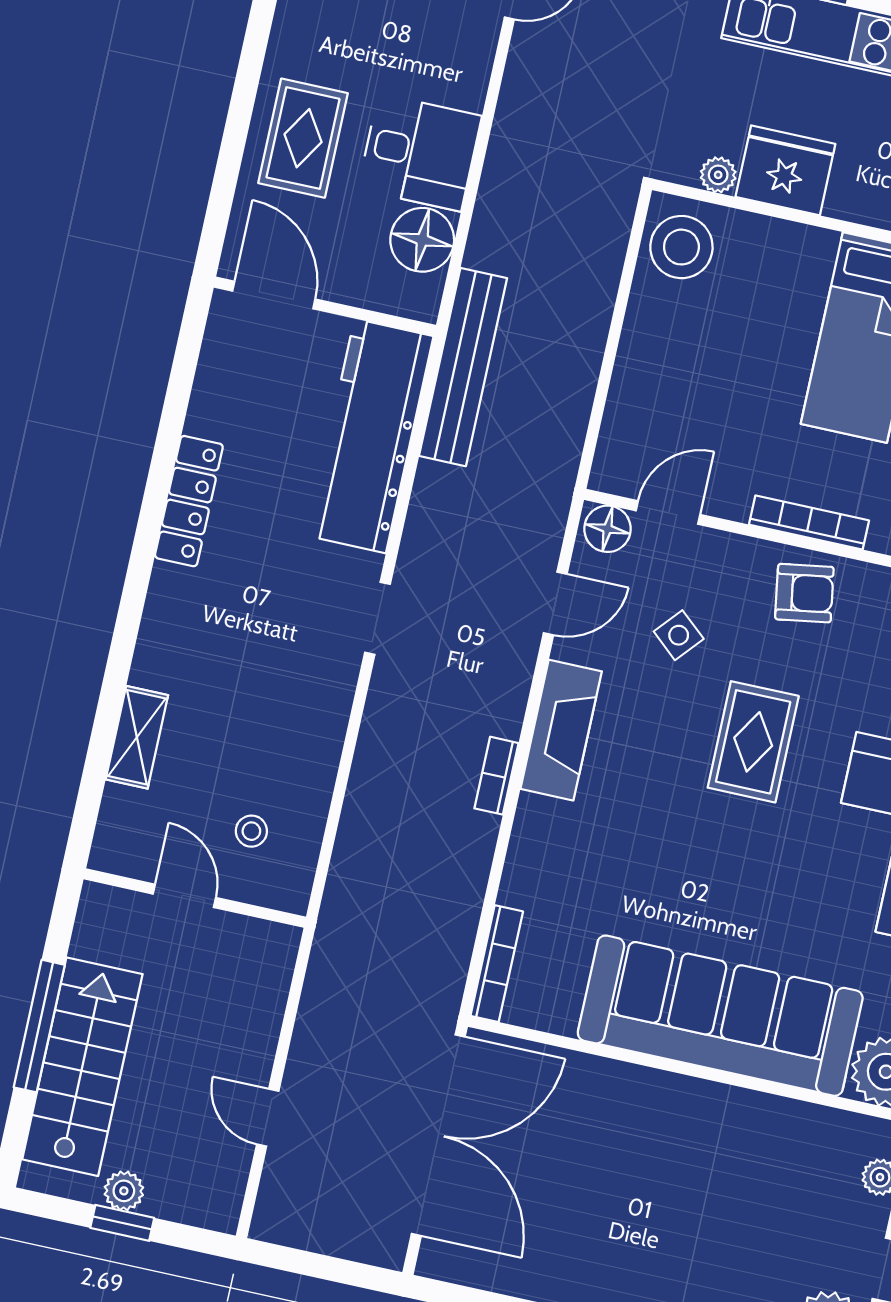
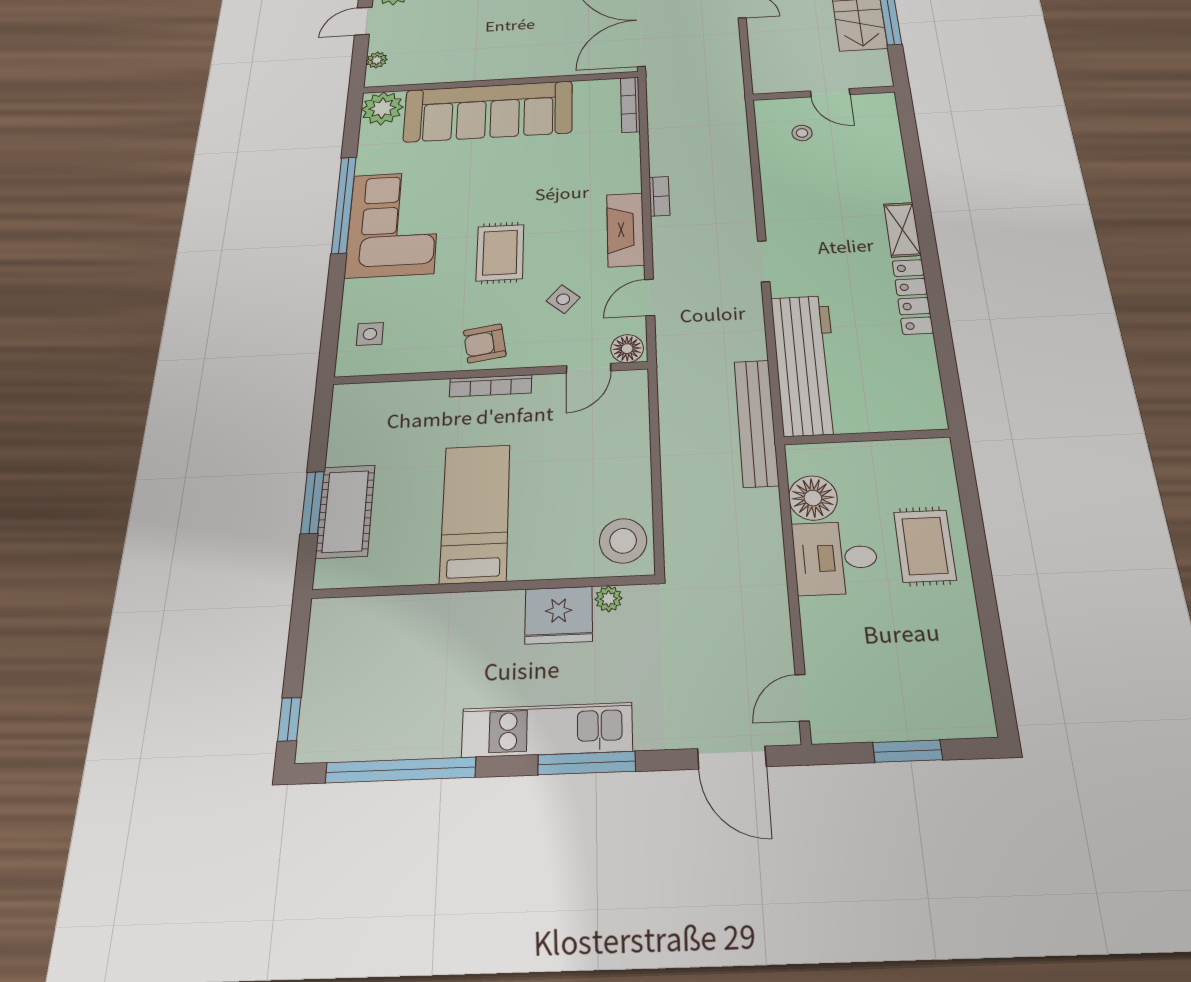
door: (274, 295) -> (905, 435), removed
shelving: (137, 737) -> (902, 230), moved

